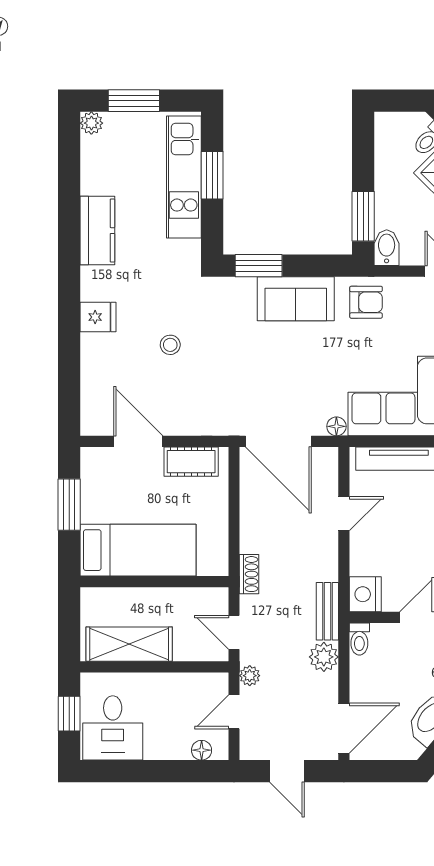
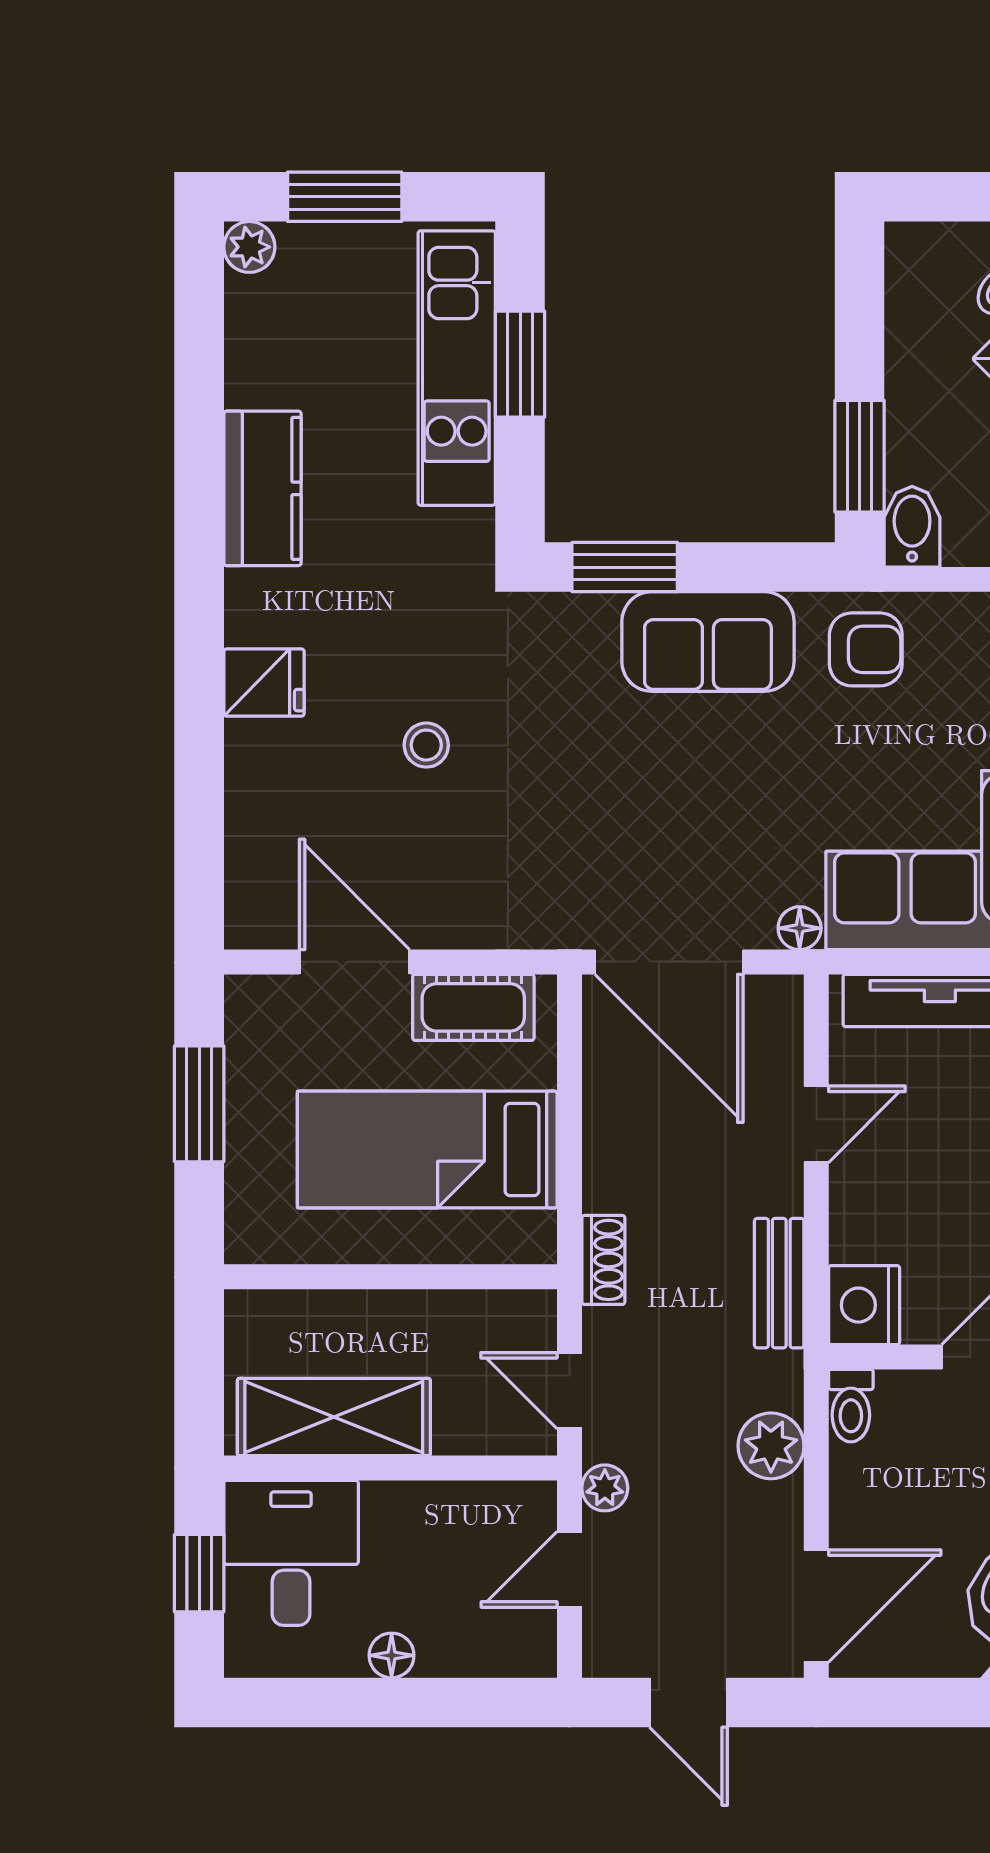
bed: (138, 550) -> (427, 1150), moved, turned 180
bench: (327, 611) -> (779, 1283), moved
desk: (113, 728) -> (291, 1553), moved, turned 180
floor lamp: (202, 750) -> (392, 1655), moved

